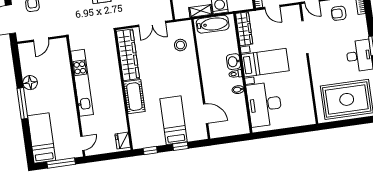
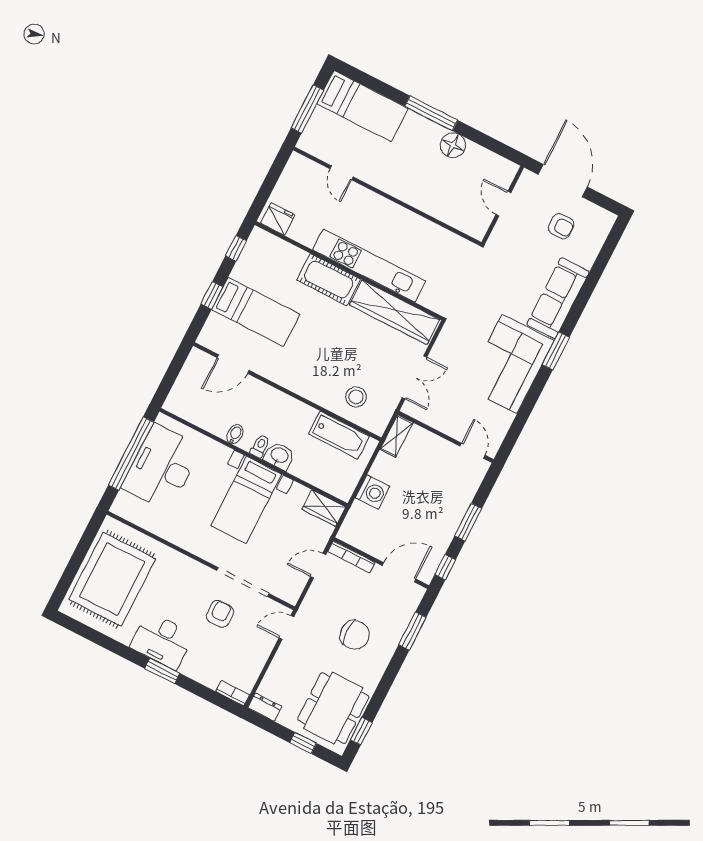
shelving: (201, 11) -> (397, 436), moved
armchair: (339, 13) -> (220, 614), moved
double door: (152, 24) -> (414, 377), swing flipped
bathtub: (213, 24) -> (339, 435), moved, turned -90
wardrobe: (244, 29) -> (324, 508), width x0.67
kitchen unit: (82, 83) -> (369, 266), moved, turned 180
desk: (264, 104) -> (162, 467), moved, turned -90
window: (281, 132) -> (131, 453), added
door: (82, 143) -> (342, 173), moved

